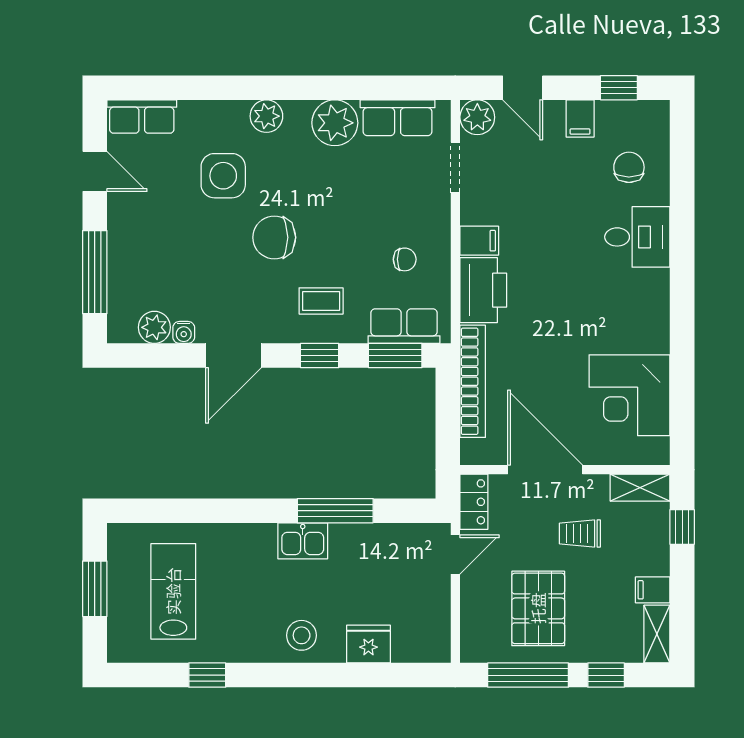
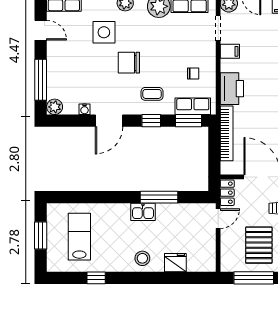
filing cabinet: (479, 241) -> (230, 51), moved
plant: (154, 327) -> (55, 107), moved

